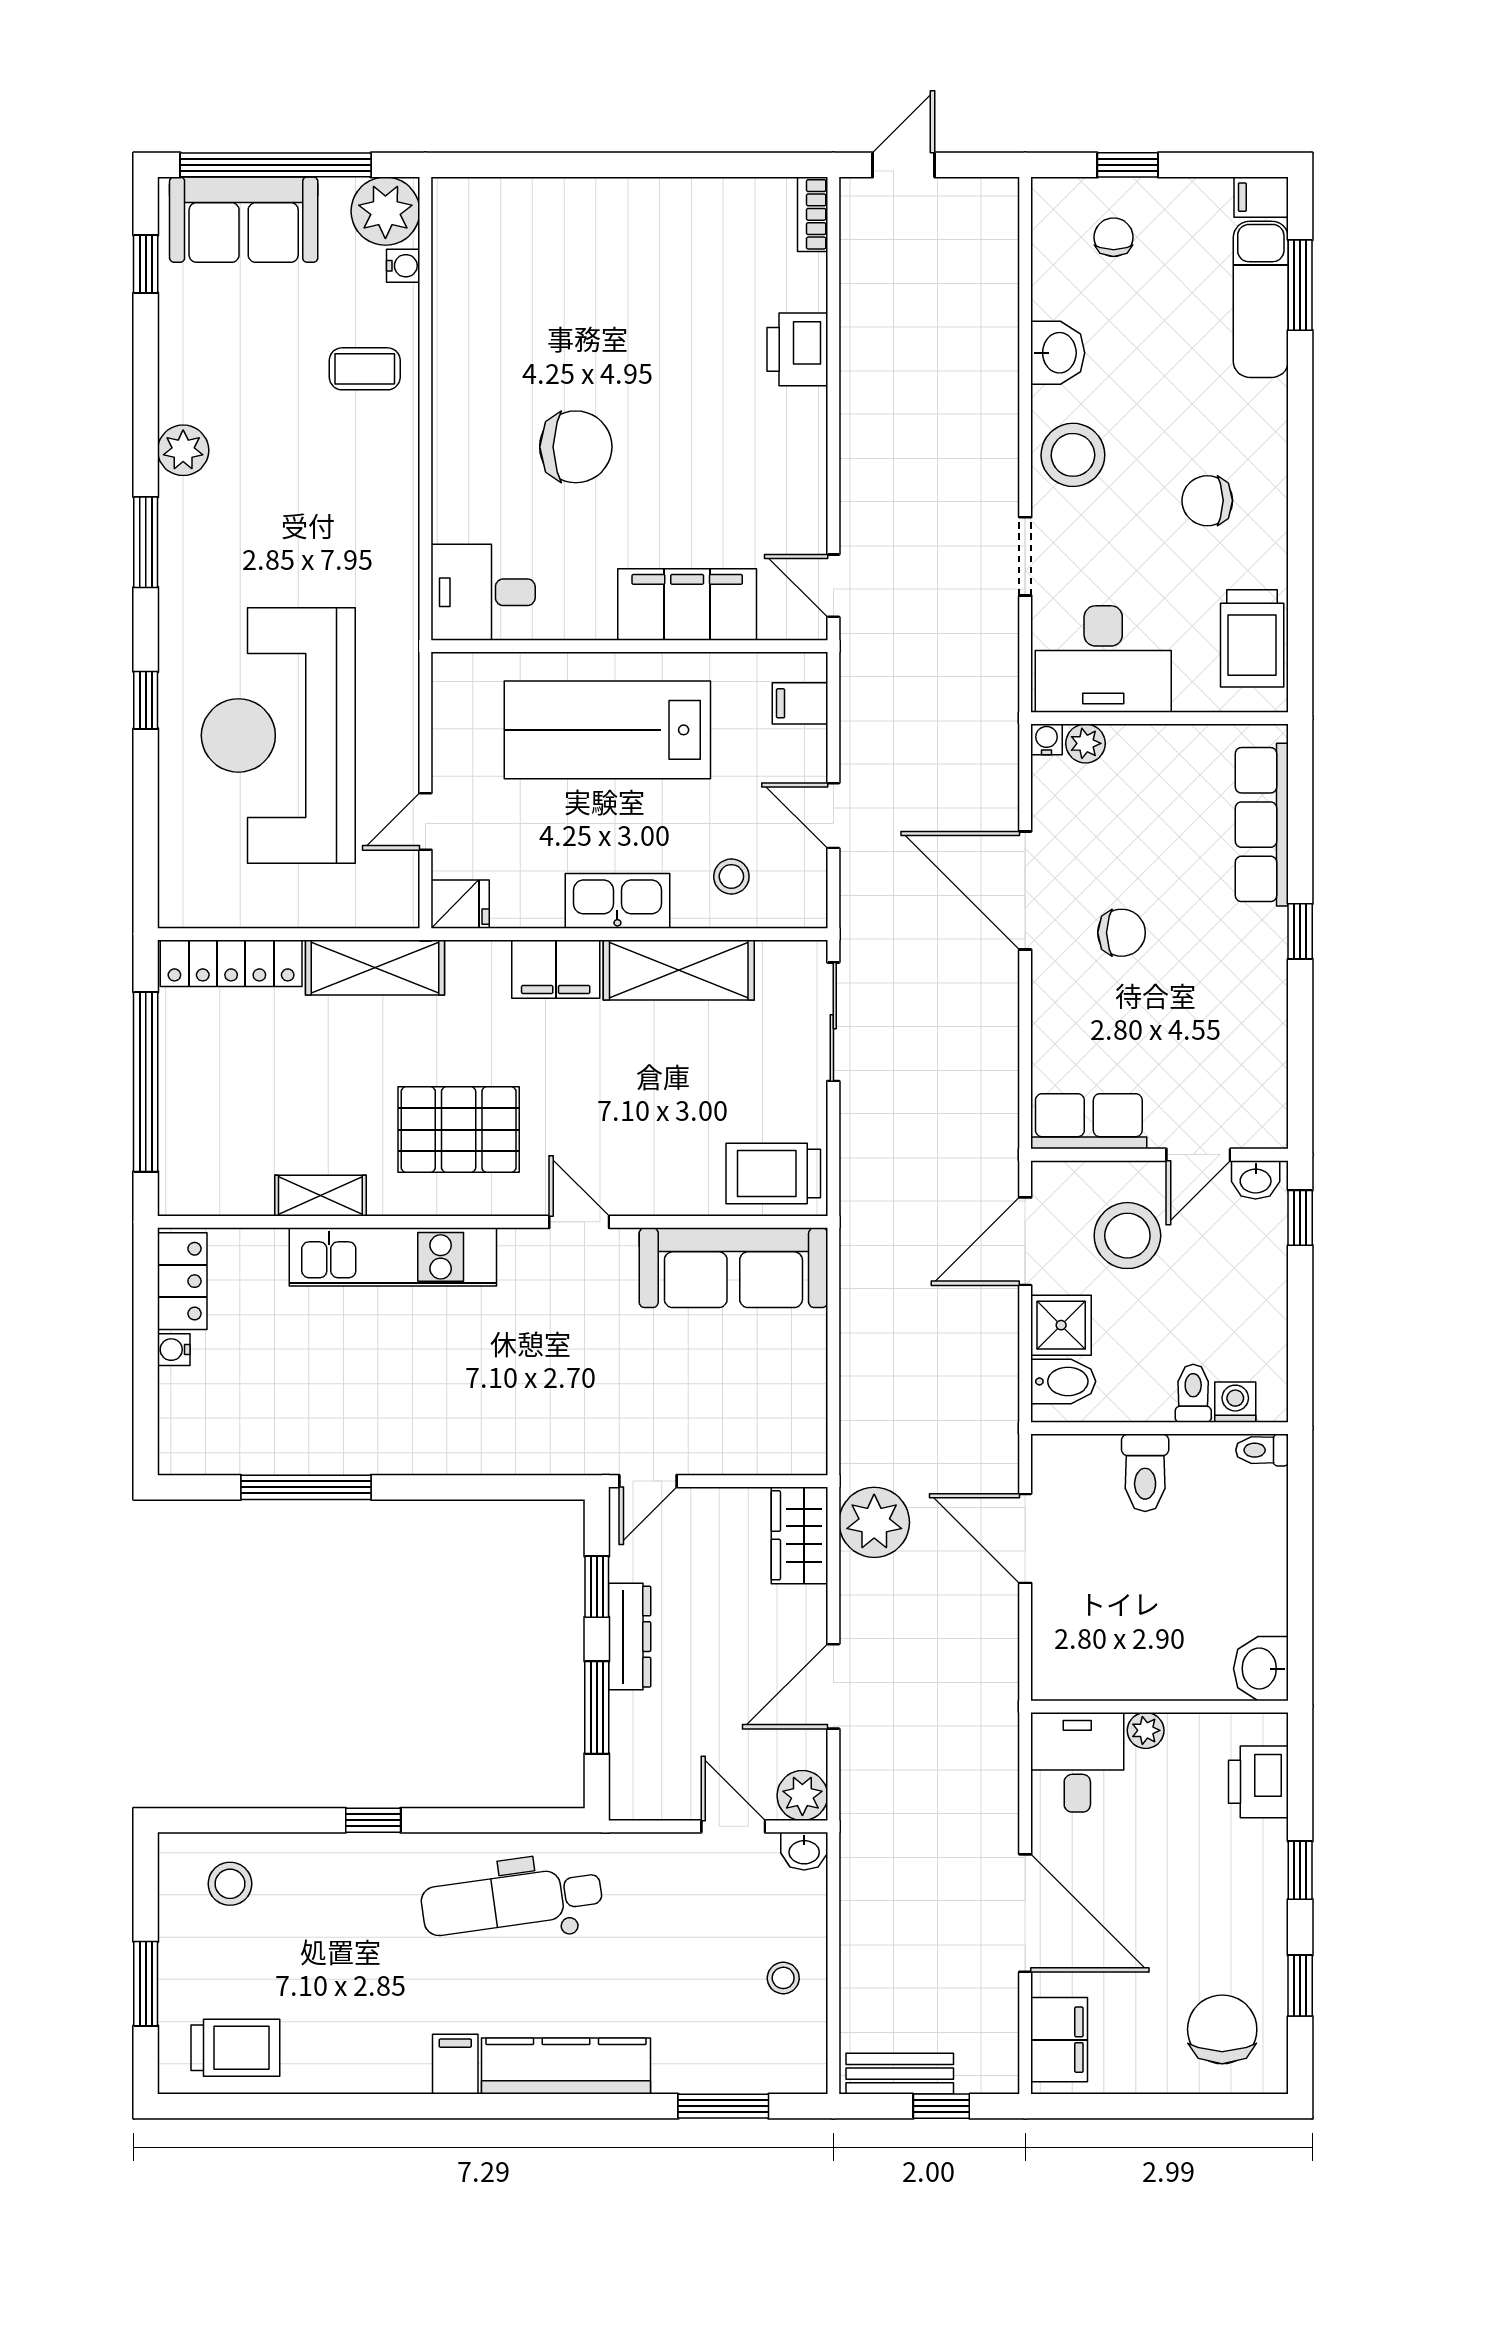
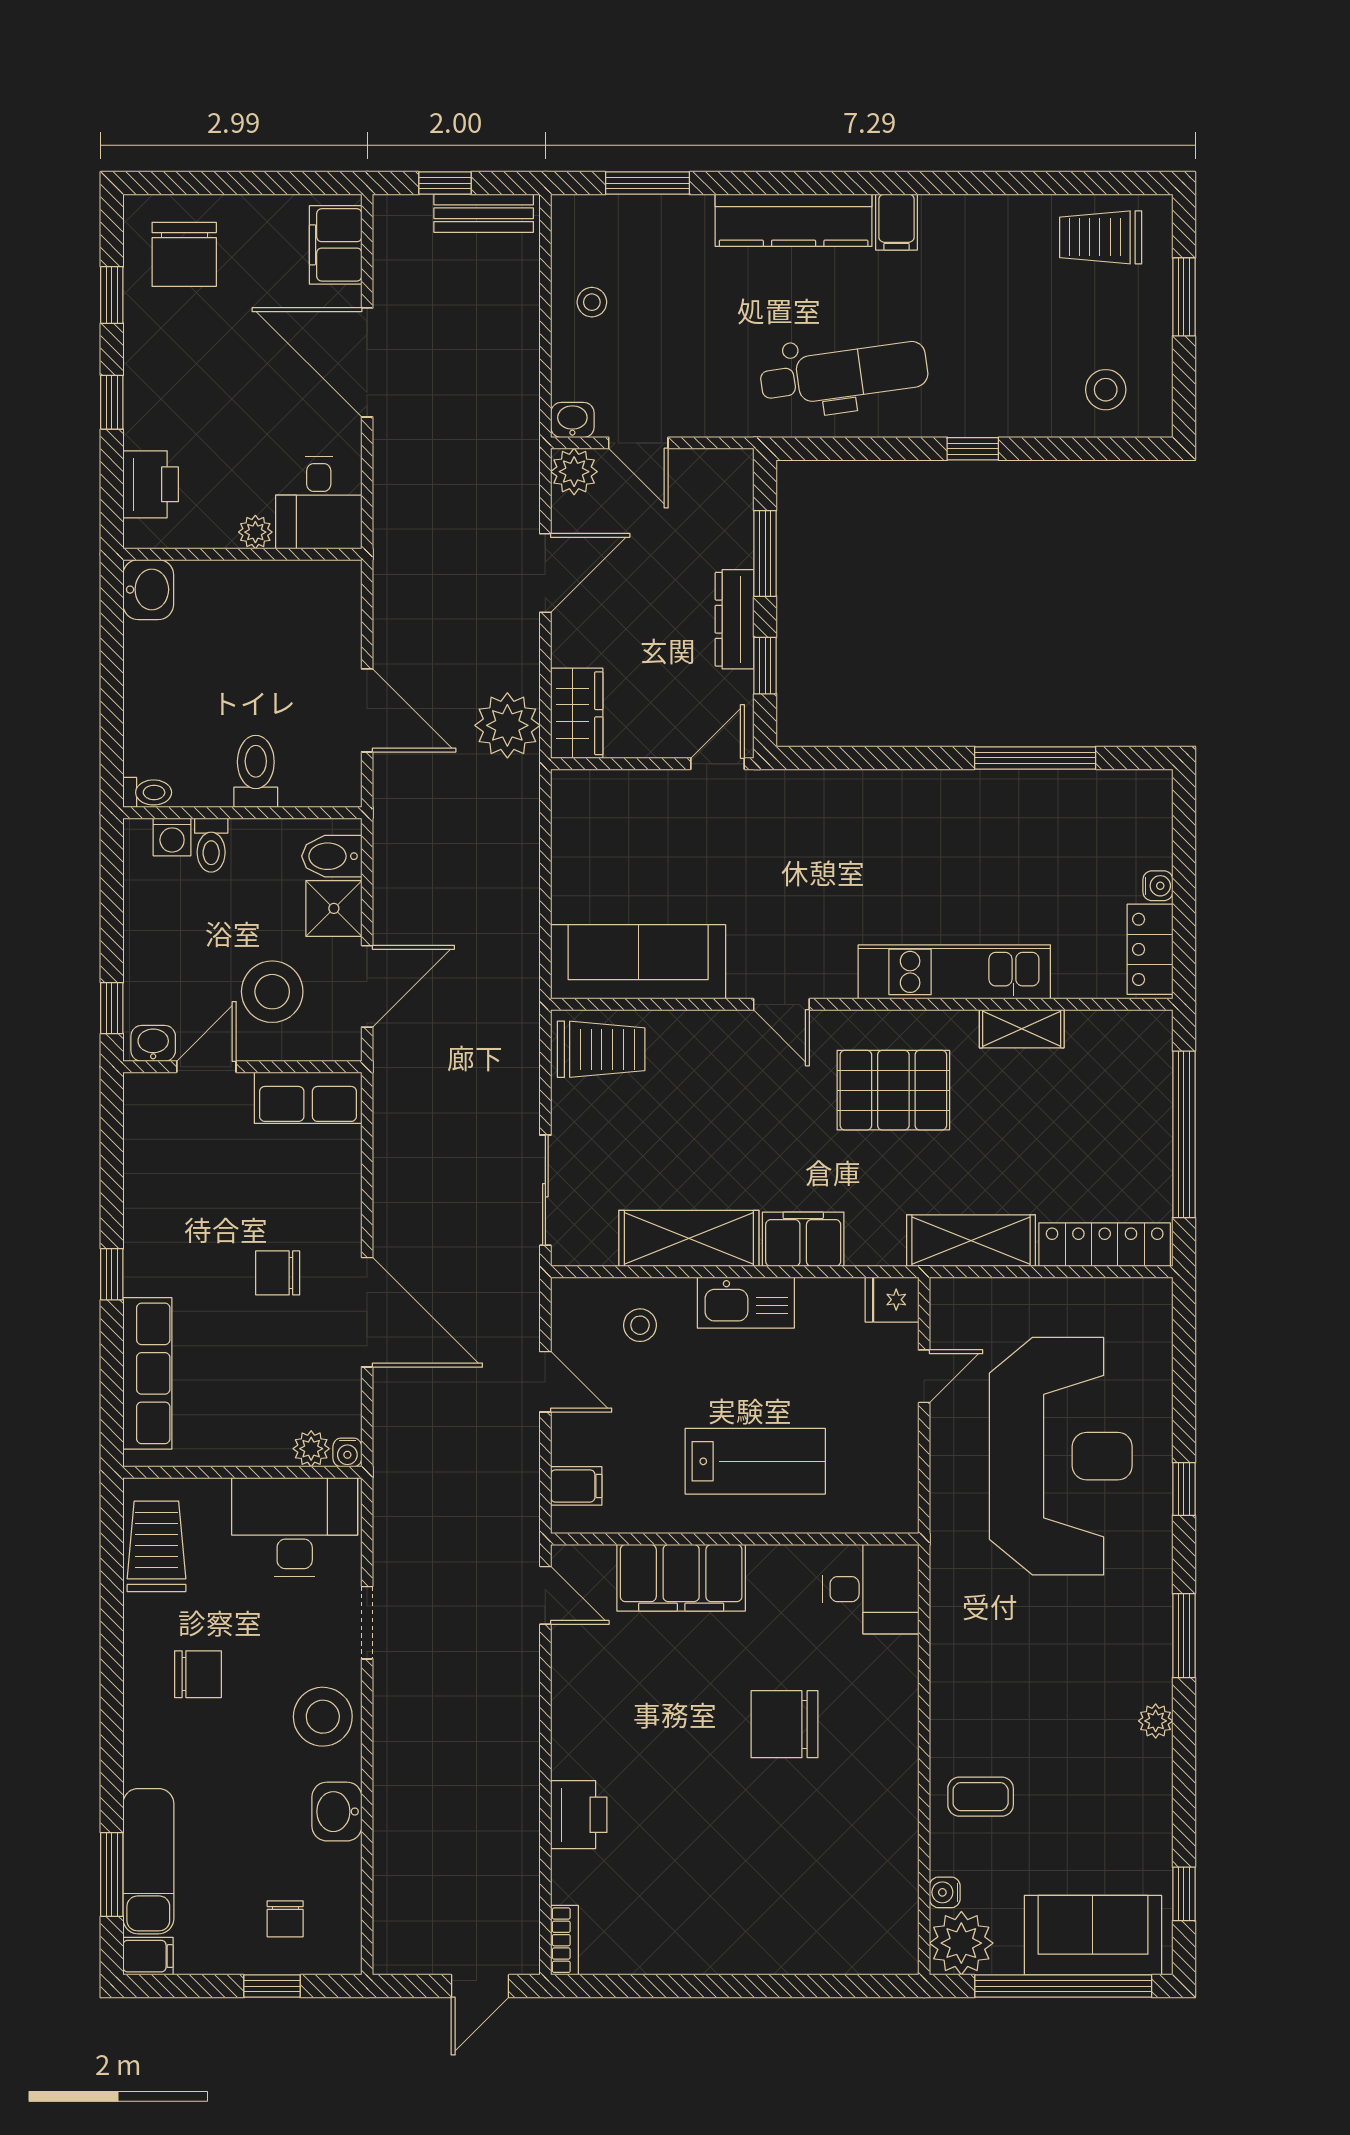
plant: (183, 450) -> (1156, 1721), width x0.73, depth x0.73
lab bench: (607, 730) -> (755, 1461), width x0.73, depth x0.72

